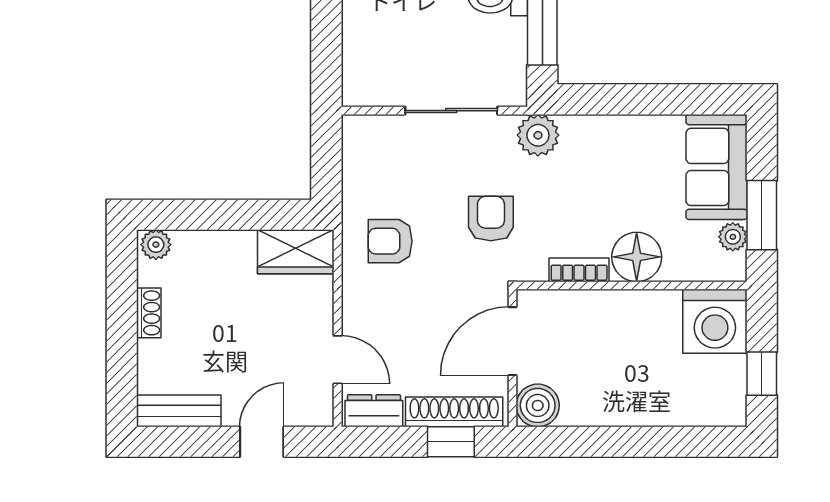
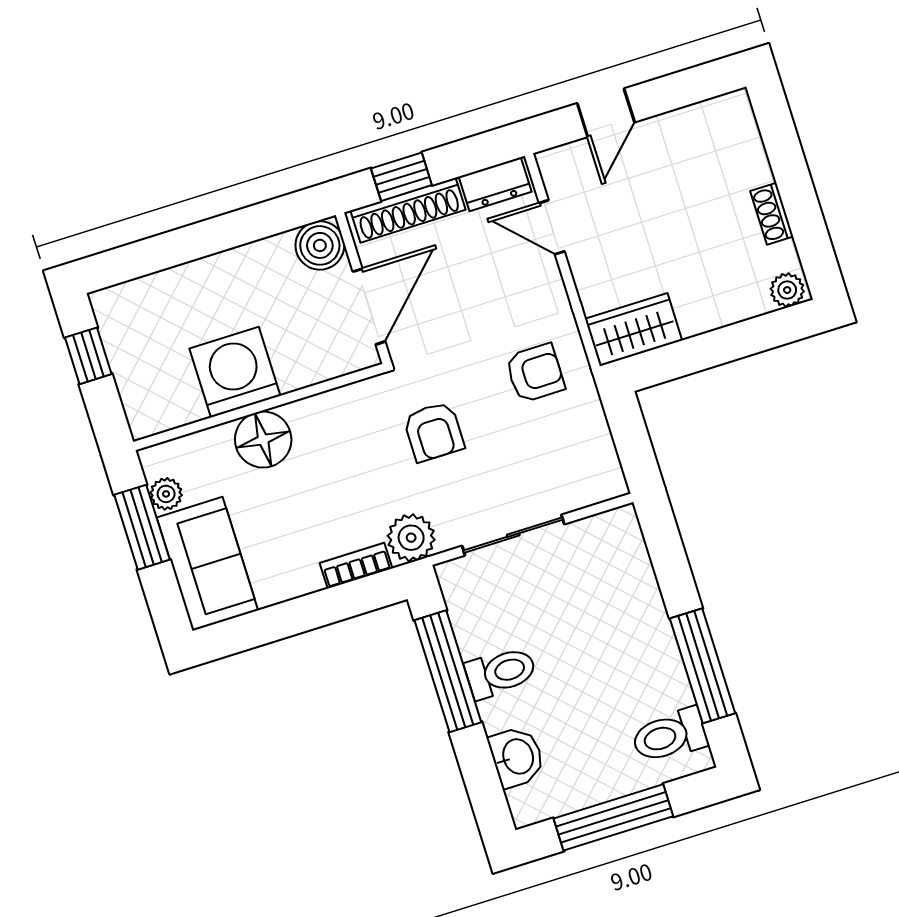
bookcase: (579, 270) -> (356, 566), moved, turned 180
washing machine: (715, 321) -> (235, 372), moved
bench: (179, 411) -> (706, 118), removed

